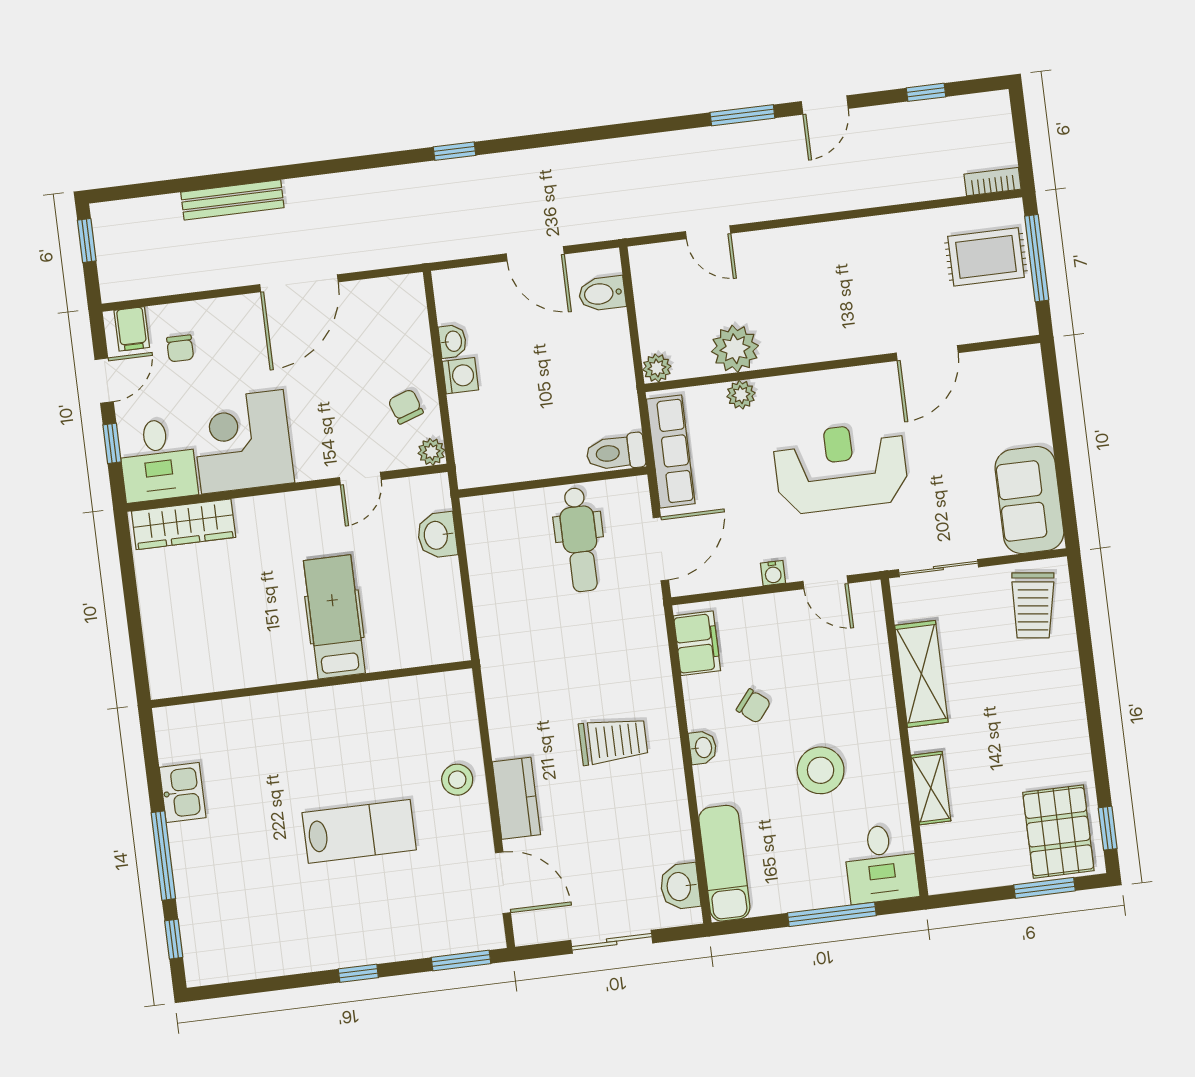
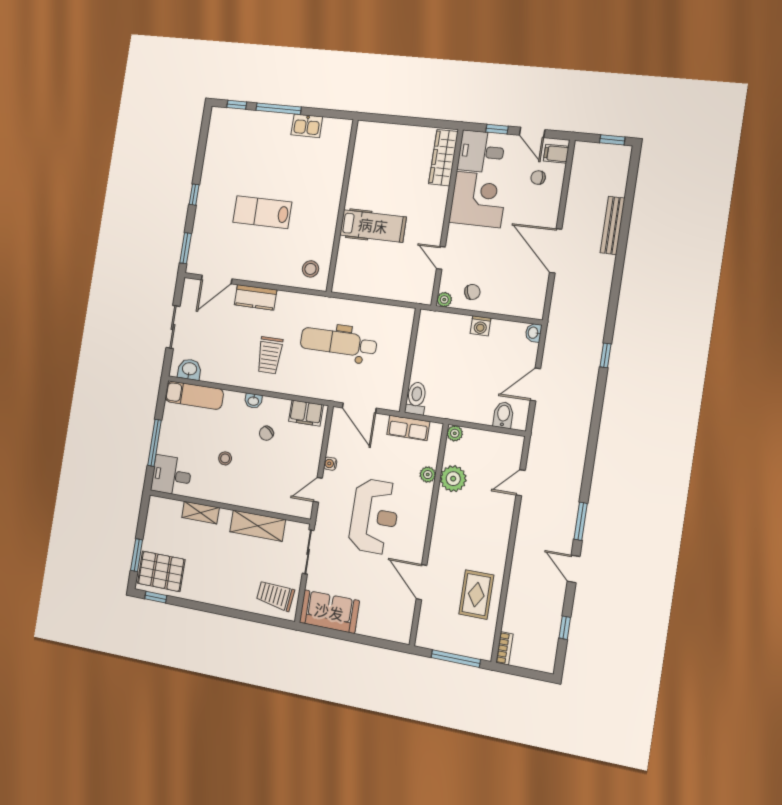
rug: (986, 257) -> (476, 595), moved
washbasin: (453, 341) -> (533, 333), moved, turned 90
row of seats: (671, 451) -> (408, 428), width x0.68
washbasin: (437, 535) -> (400, 291), removed
dental chair: (580, 540) -> (338, 342), moved, width x1.36, depth x1.38
stool: (821, 770) -> (225, 458), width x0.53, depth x0.53
stool: (457, 780) -> (310, 269), moved
lab bench: (359, 831) -> (262, 212), turned 90

